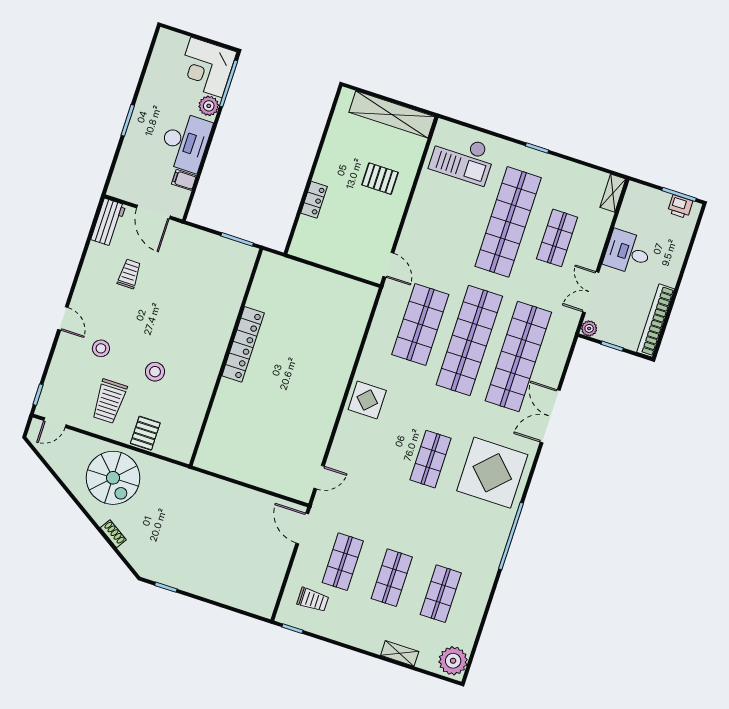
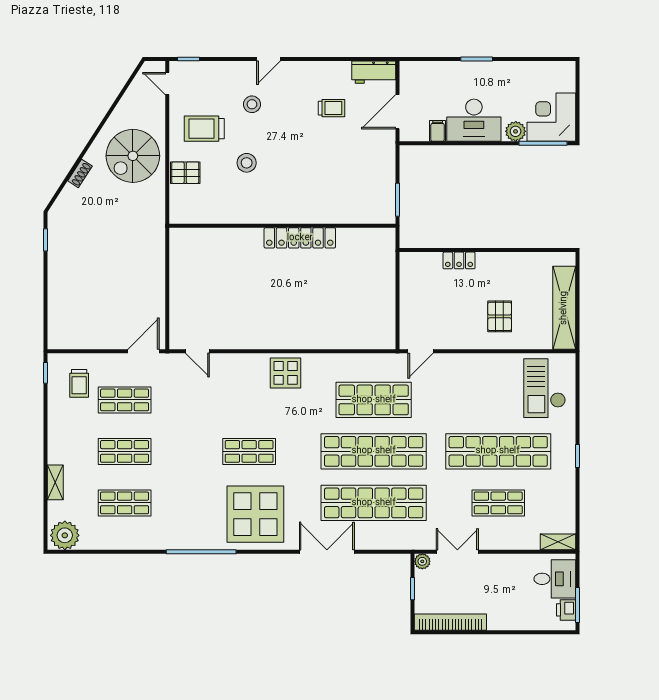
desk: (628, 252) -> (555, 579), moved, turned 90

